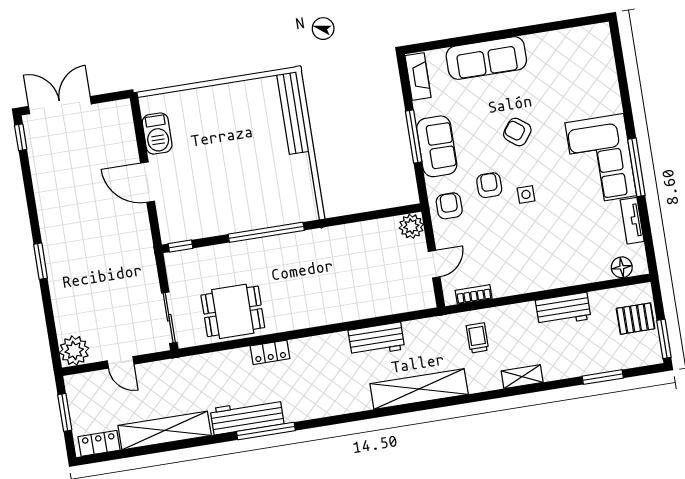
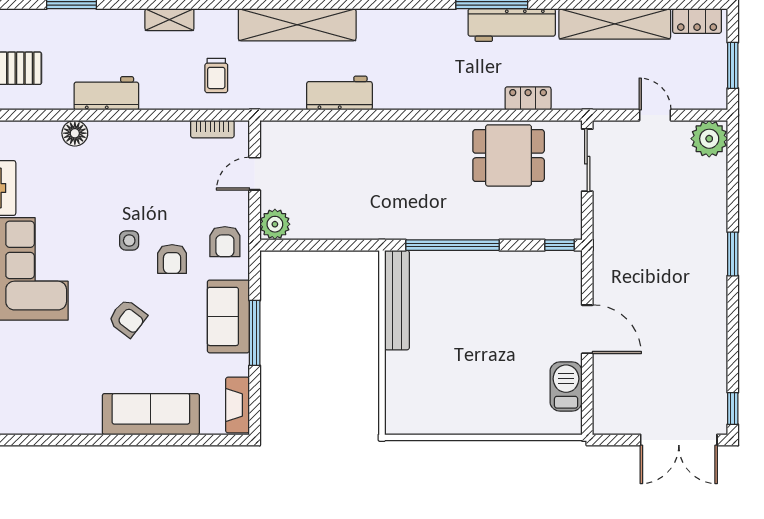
bench: (293, 113) -> (397, 300), moved
floor lamp: (622, 267) -> (75, 133), moved
locker: (270, 352) -> (528, 98), moved

